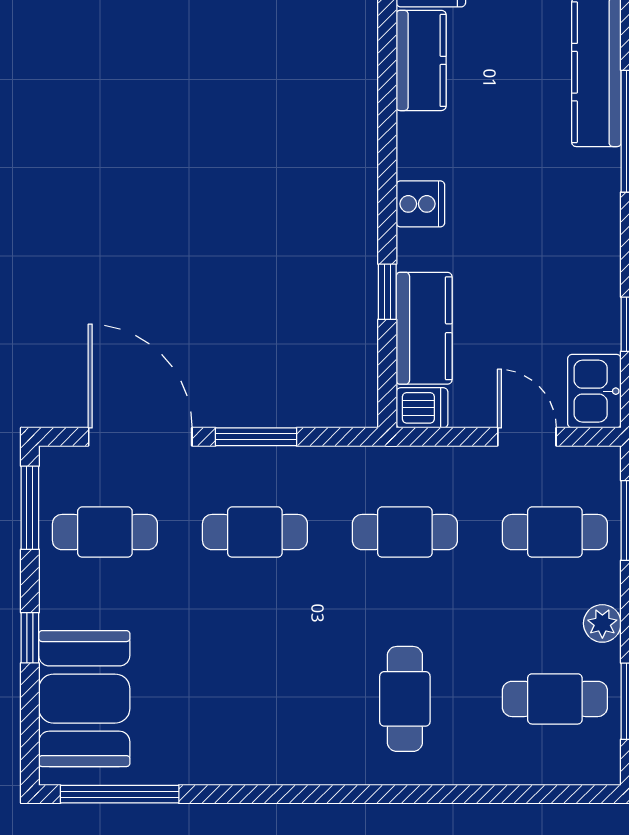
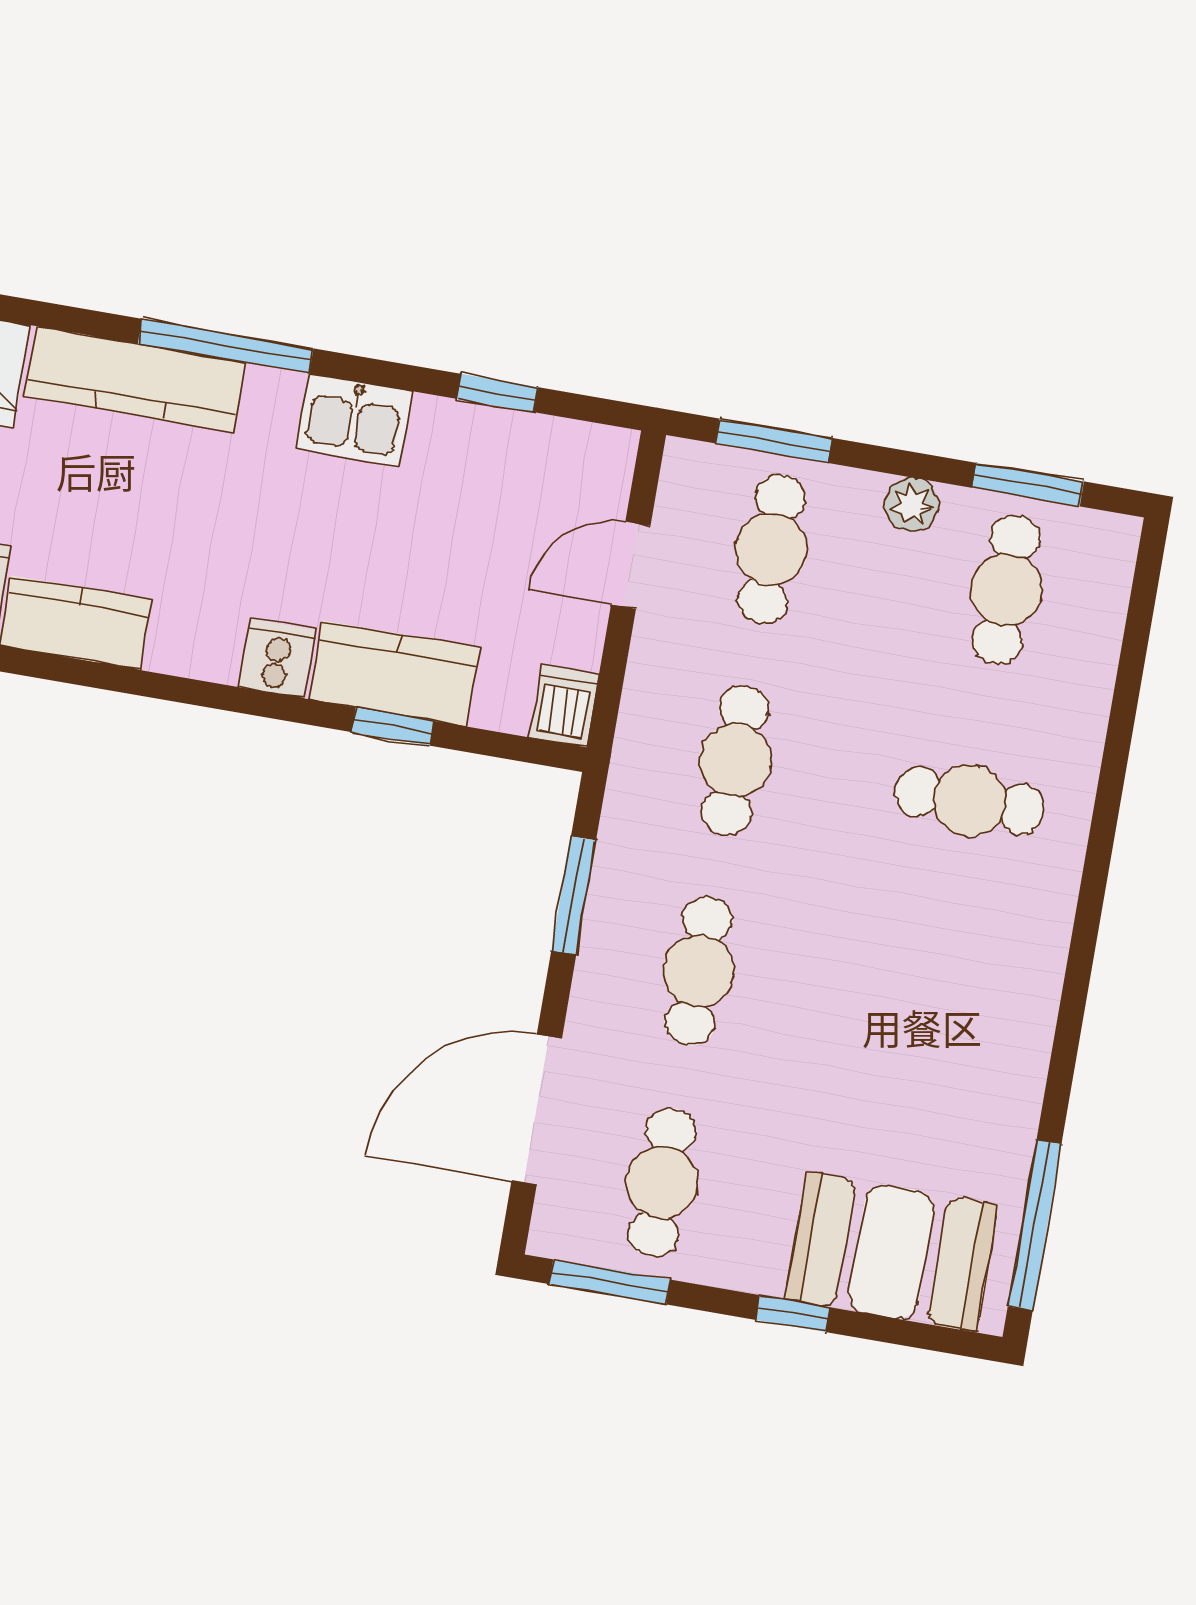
kitchen counter: (424, 328) -> (394, 673), moved
kitchen sink: (594, 391) -> (354, 420), moved
window: (256, 437) -> (574, 896), moved

